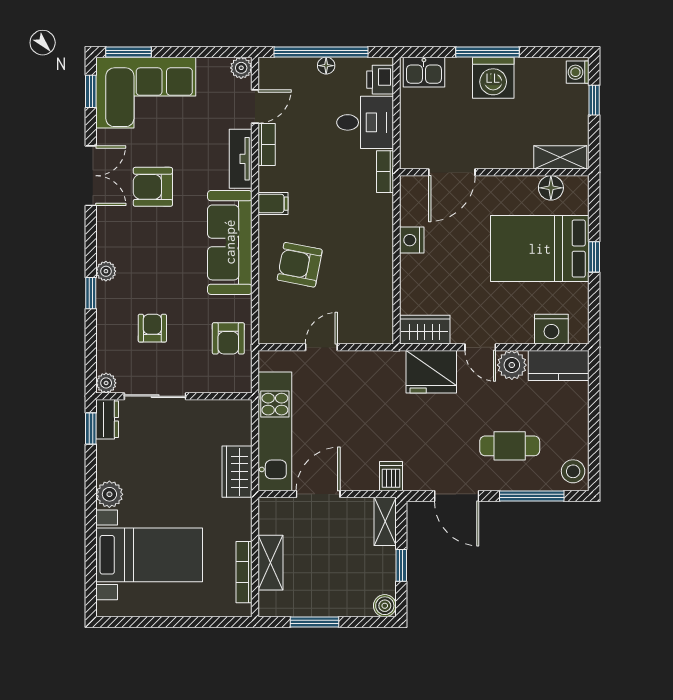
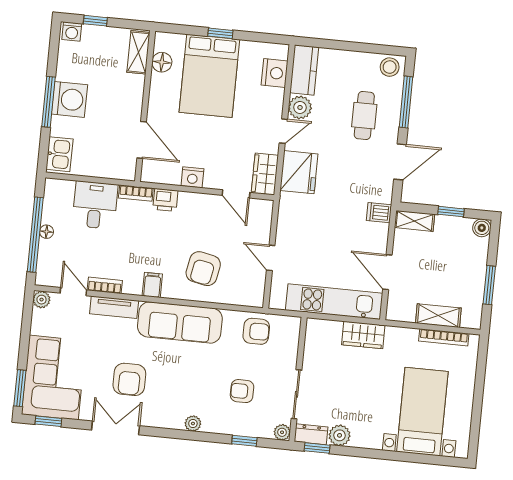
printer: (380, 80) -> (165, 200), moved
window: (91, 293) -> (244, 441), moved
door: (397, 296) -> (236, 194), added
plant: (109, 494) -> (340, 435), moved

